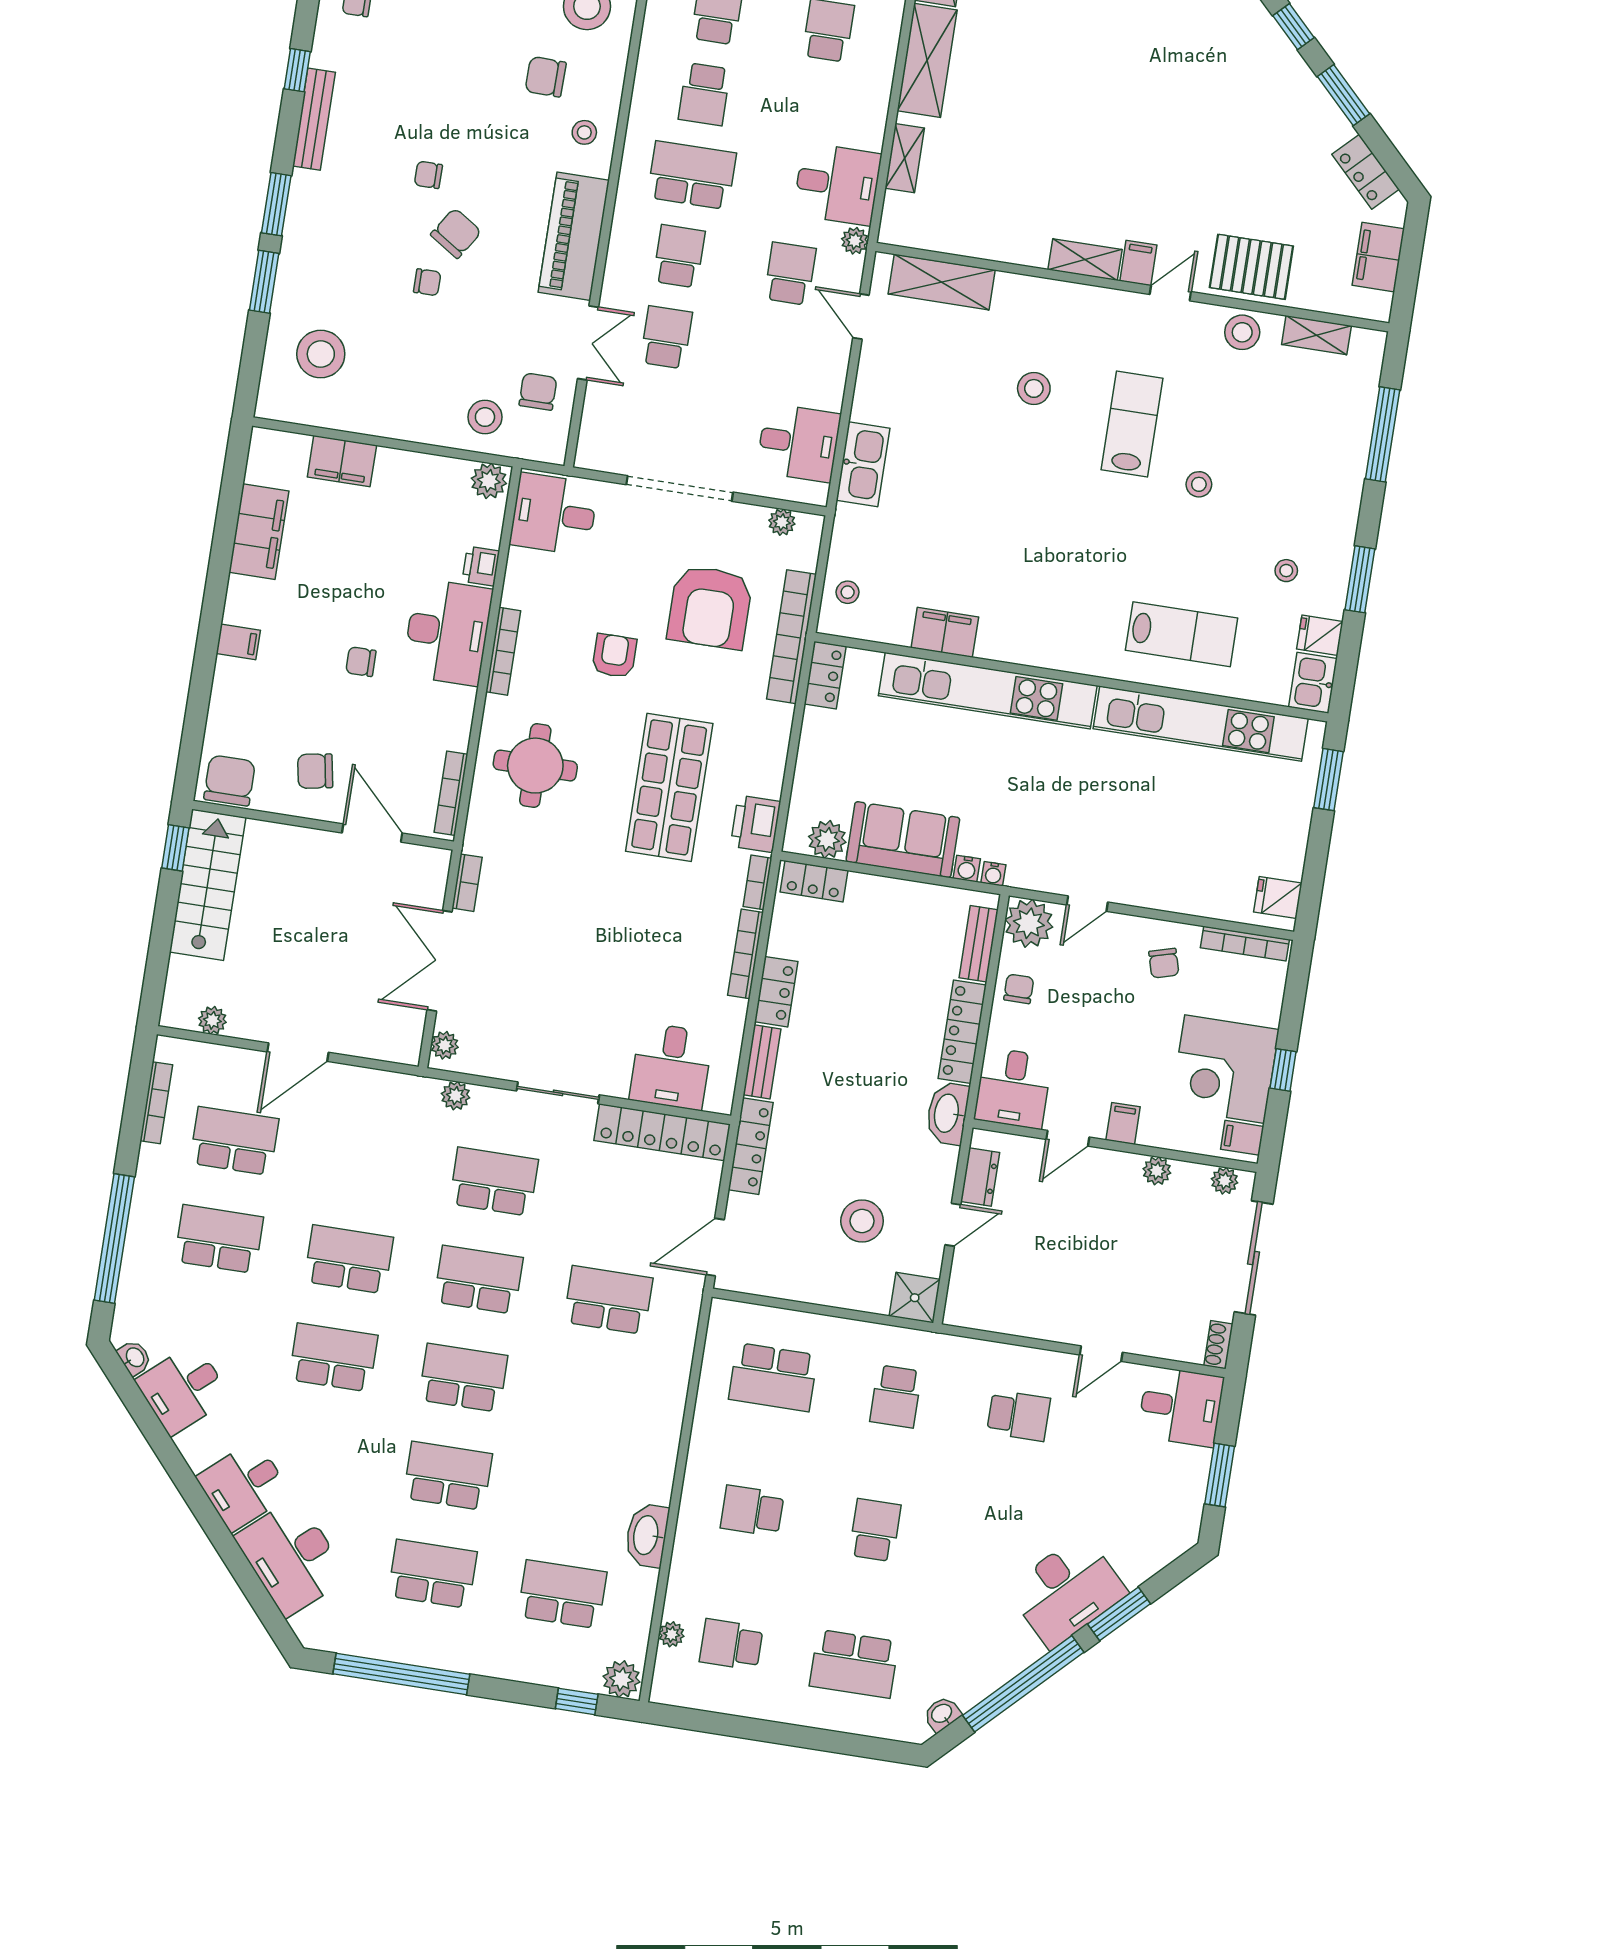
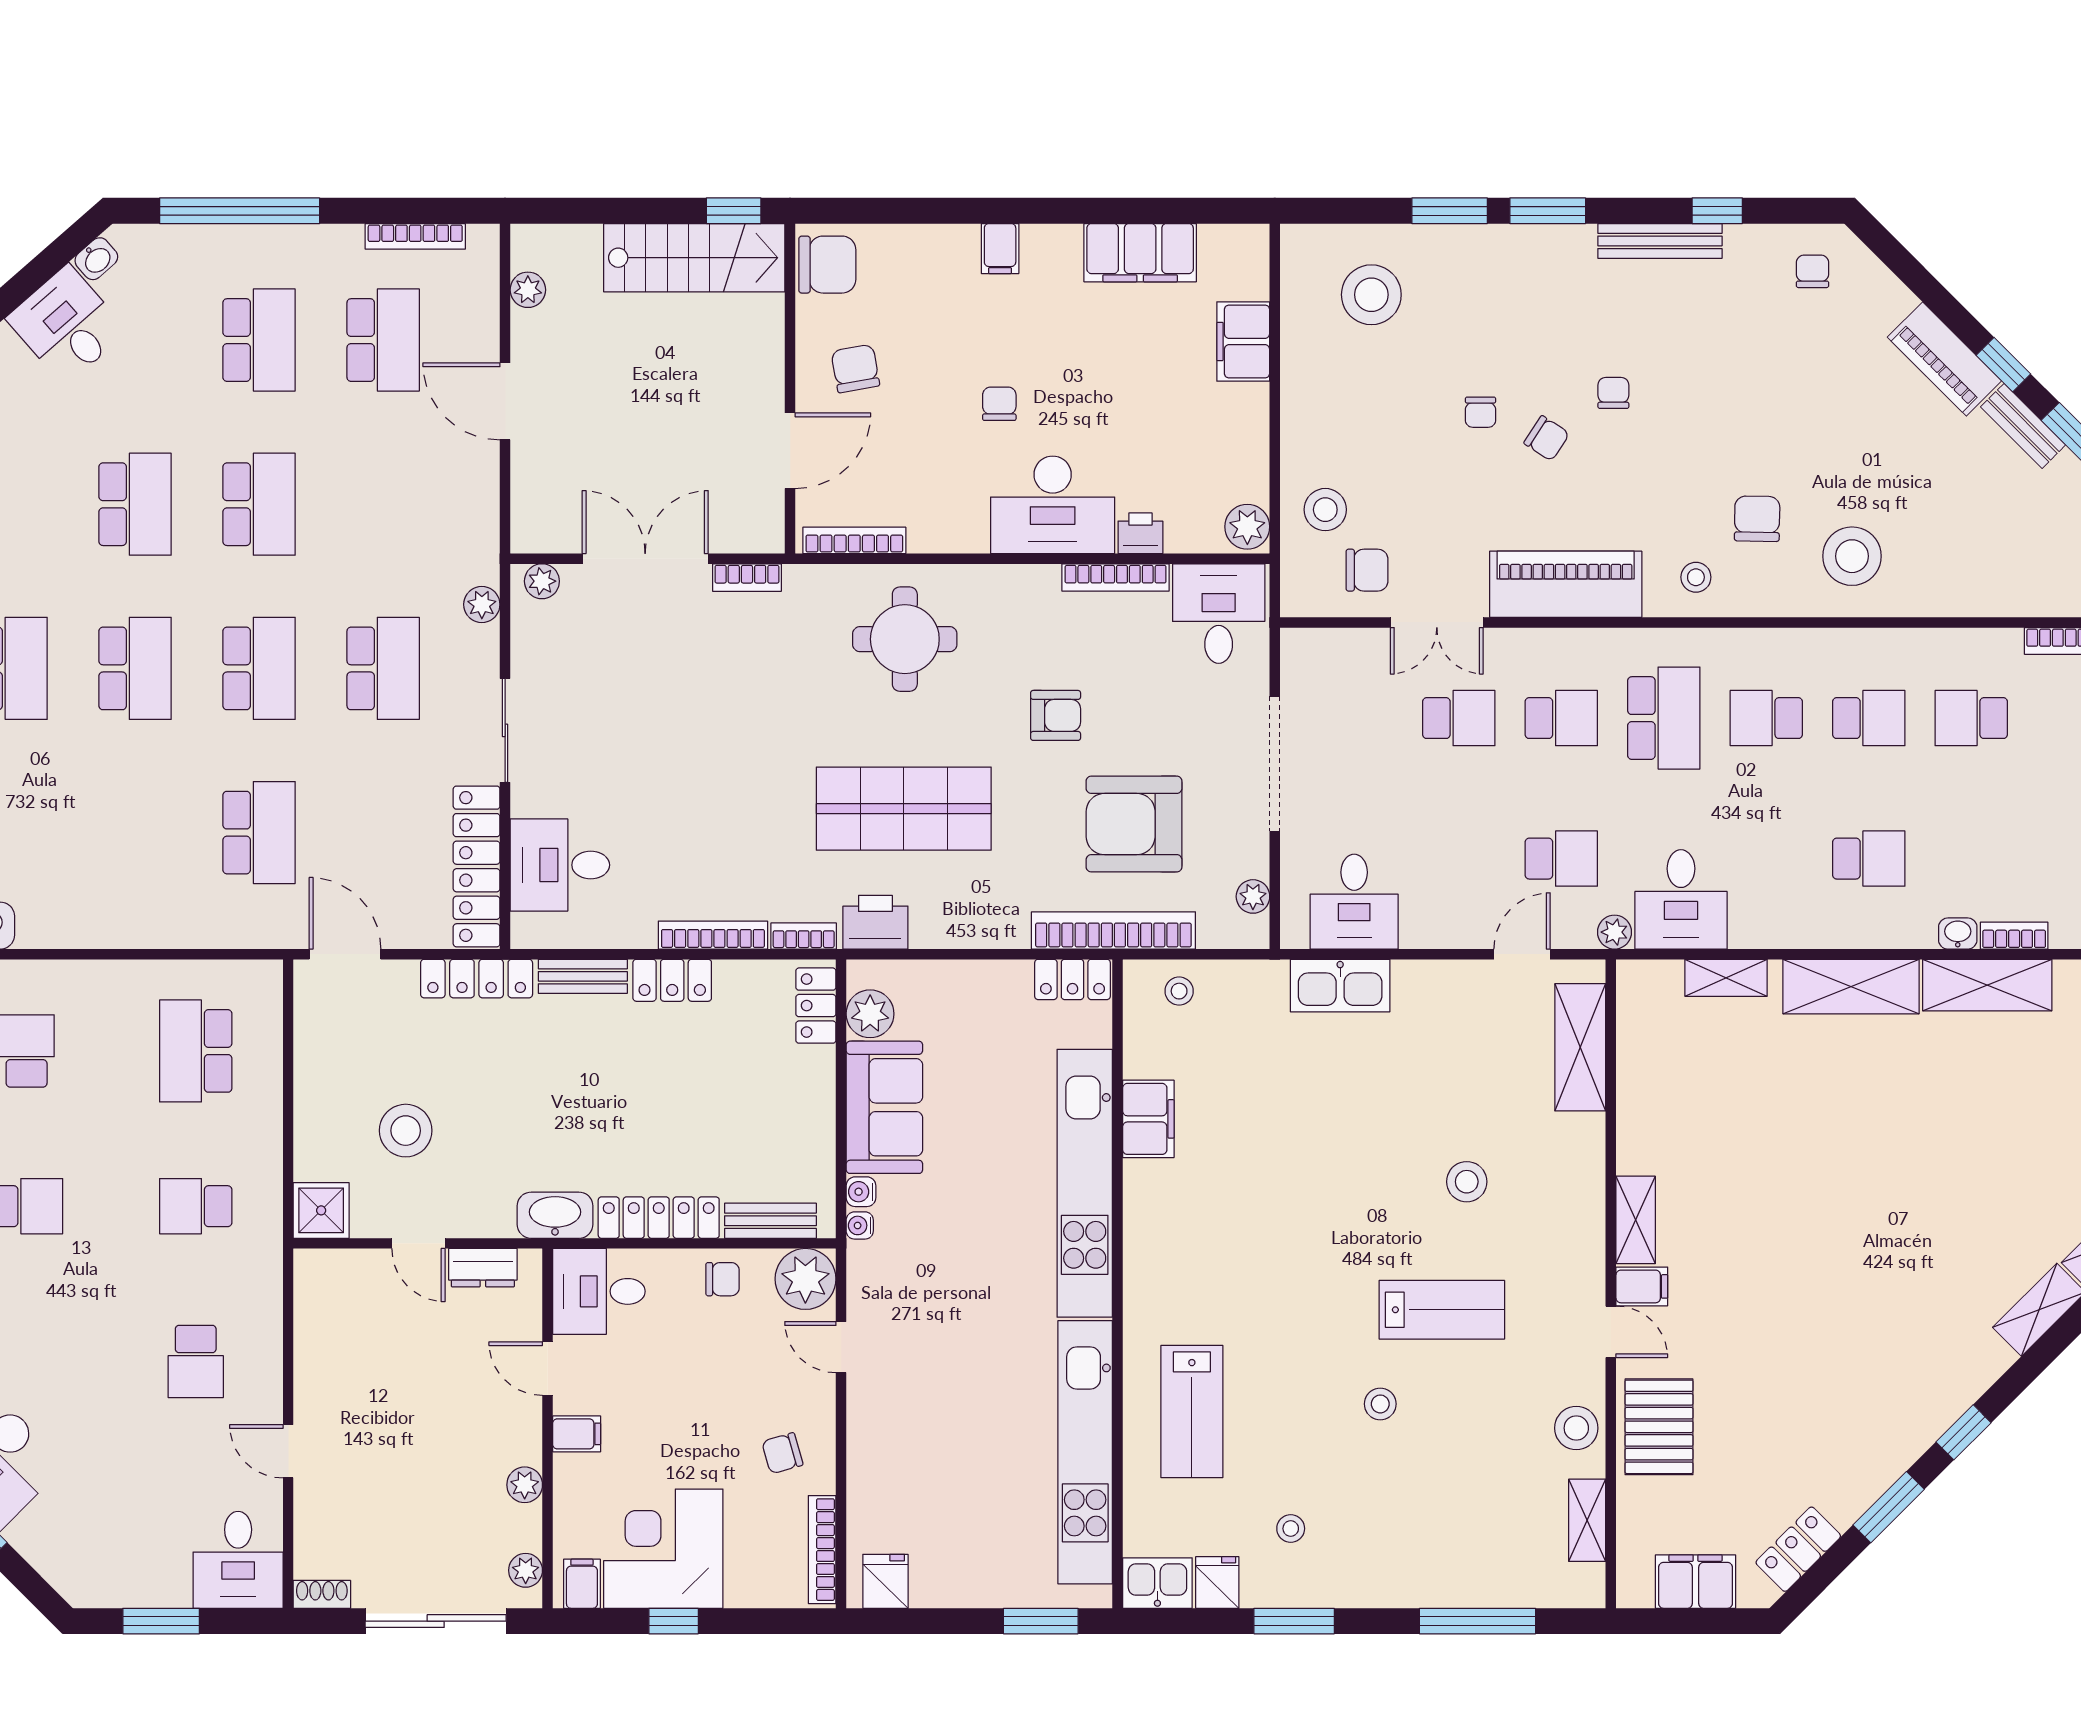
chair: (456, 233) -> (1547, 438), width x0.73, depth x0.73
bookcase: (503, 651) -> (1116, 577), moved

